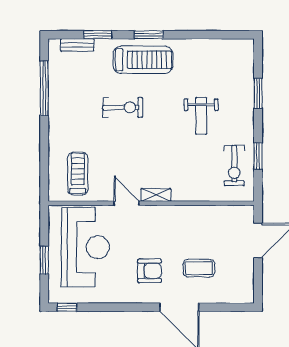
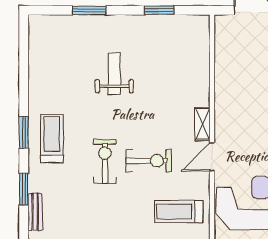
treadmill: (143, 60) -> (52, 139), width x0.73, depth x0.73
weight bench: (201, 116) -> (114, 74), turned -90
exercise bike: (234, 166) -> (149, 161), moved

